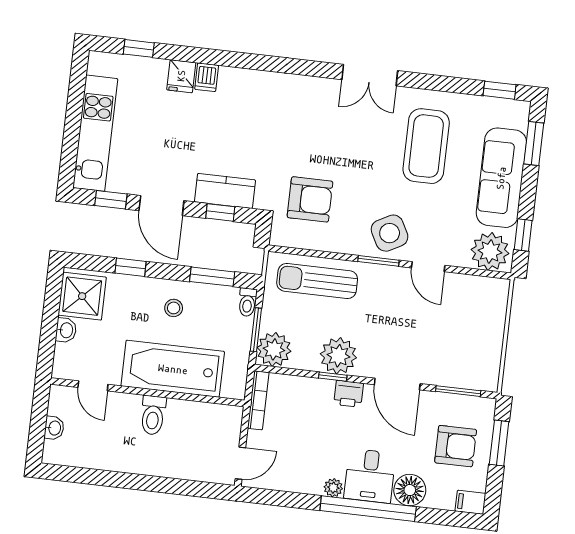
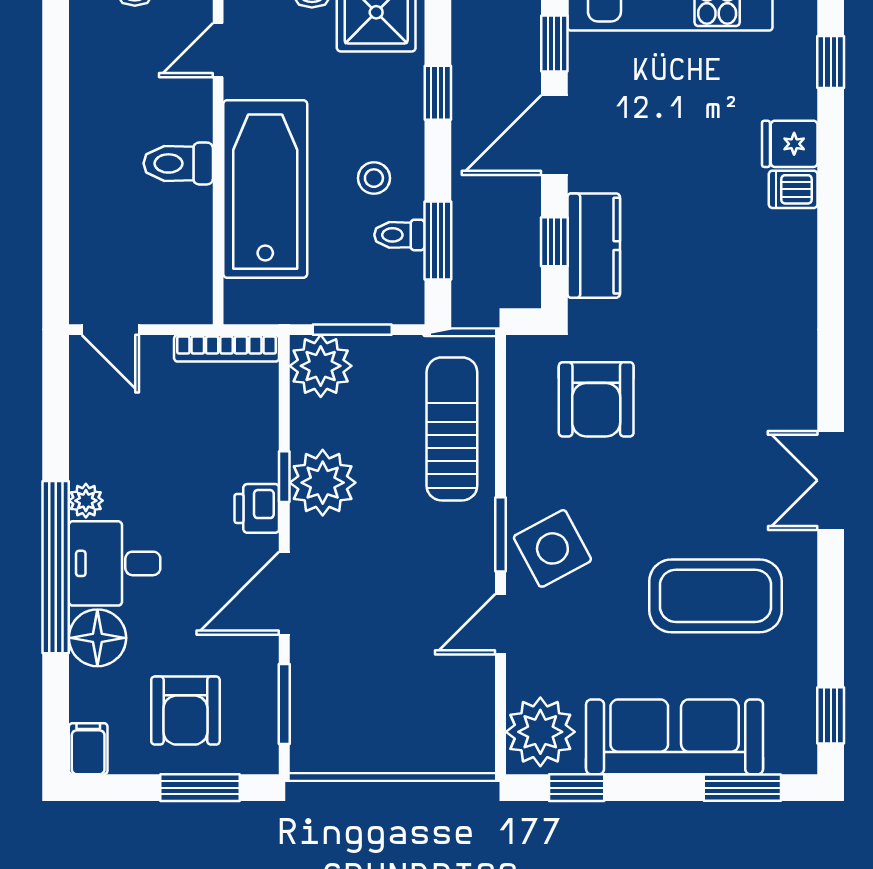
toilet: (247, 302) -> (399, 235), moved

